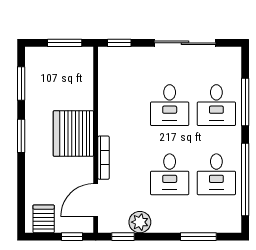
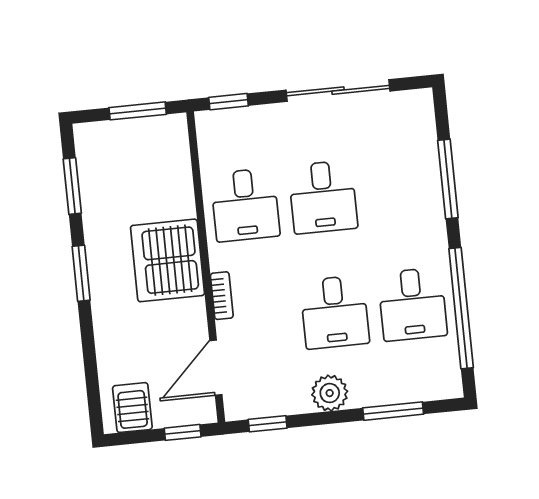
desk: (216, 105) -> (245, 205), moved
bookcase: (104, 158) -> (222, 296), width x0.64
plant: (140, 222) -> (330, 393), moved

